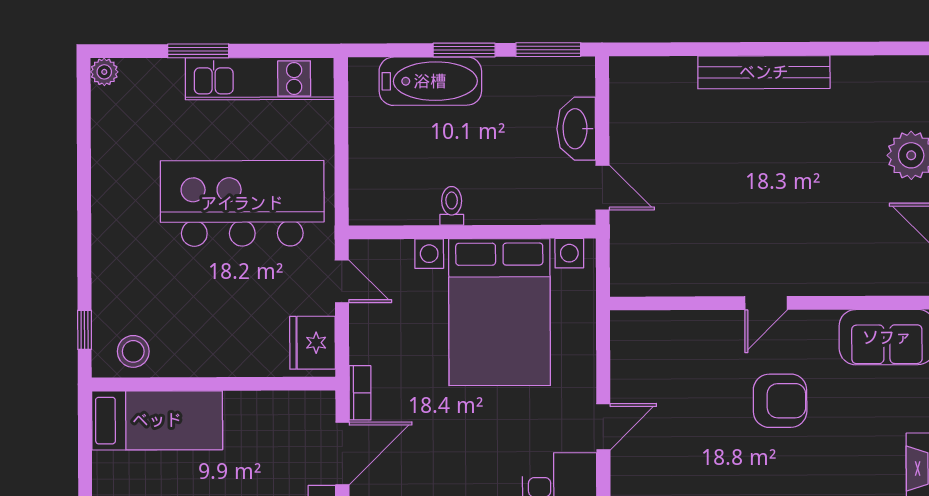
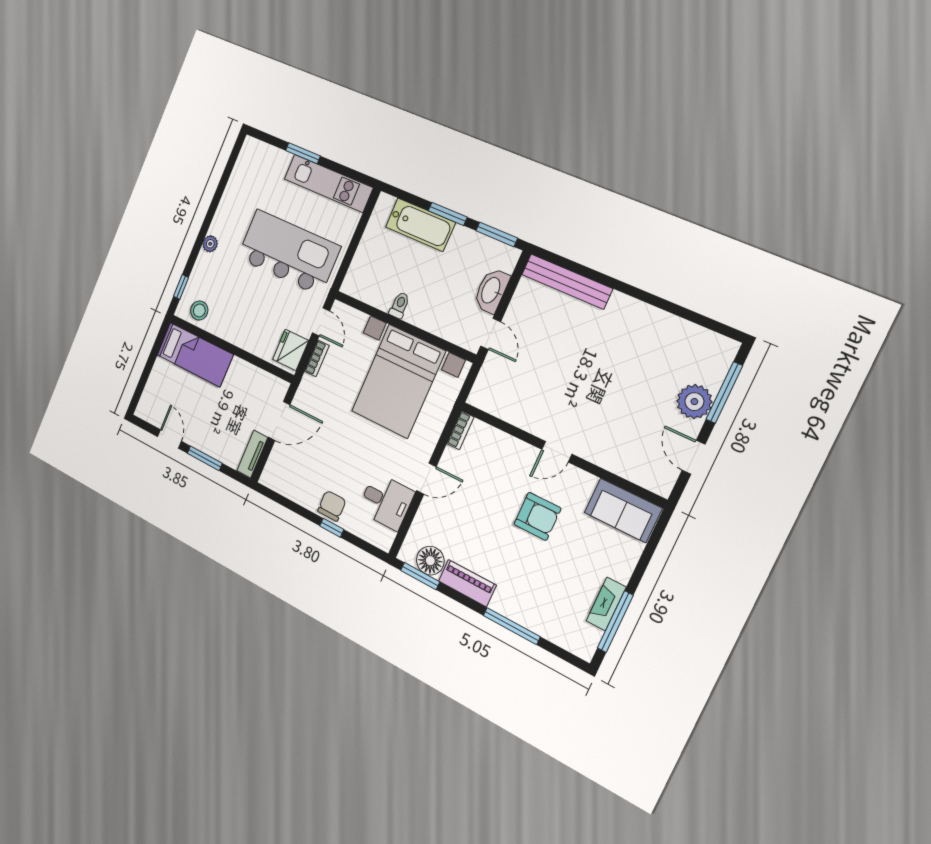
plant: (104, 72) -> (210, 244), moved
bench: (764, 72) -> (567, 281), moved
bookcase: (621, 338) -> (460, 430), added
bookcase: (360, 393) -> (317, 358), moved

